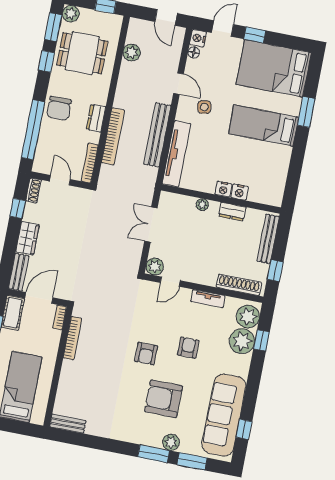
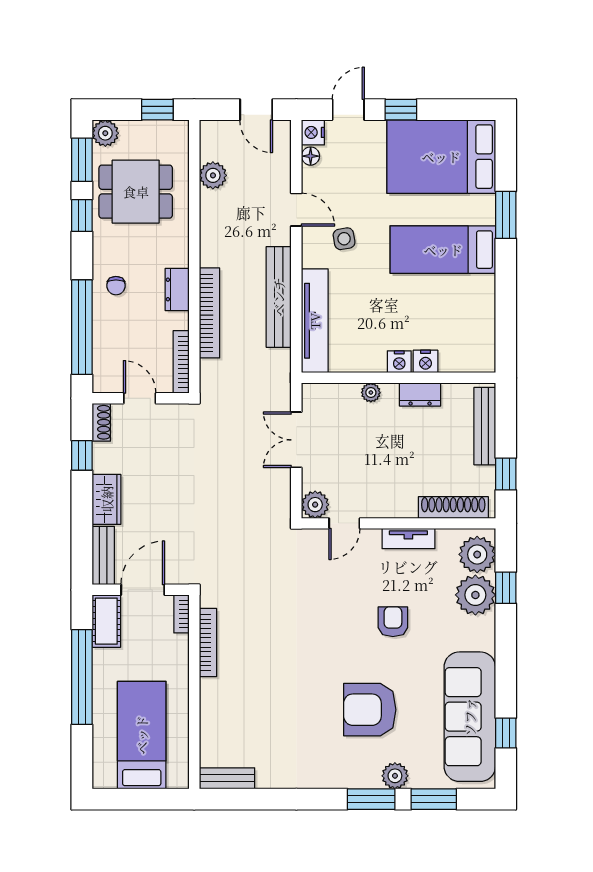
chair: (59, 108) -> (116, 286), width x0.54, depth x0.54
armchair: (146, 354) -> (329, 644), removed

